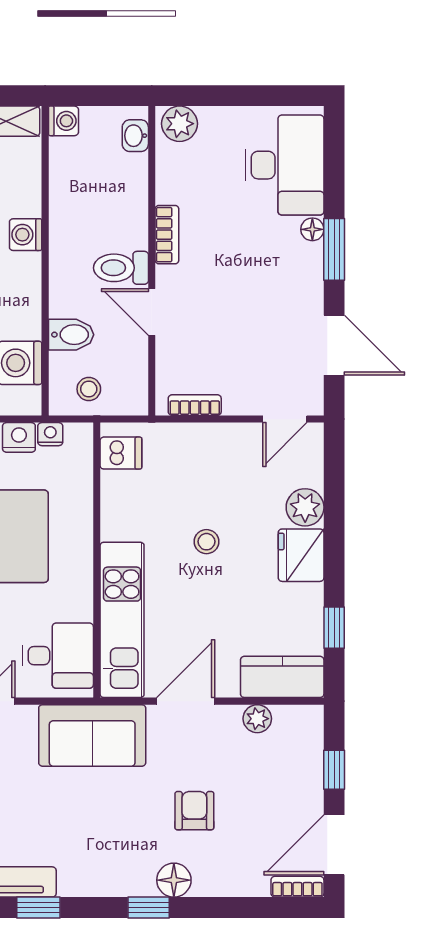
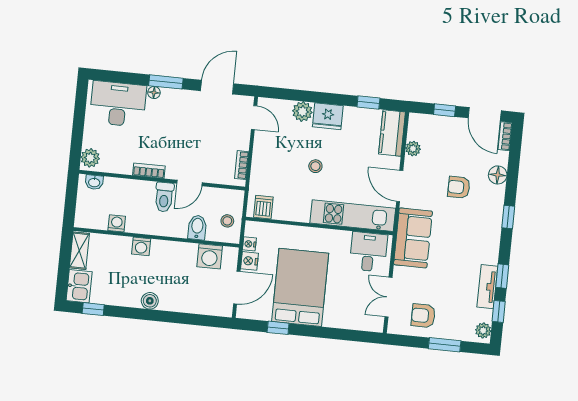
washing machine: (63, 121) -> (117, 223), moved
floor lamp: (174, 880) -> (498, 175), moved

